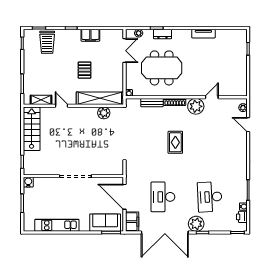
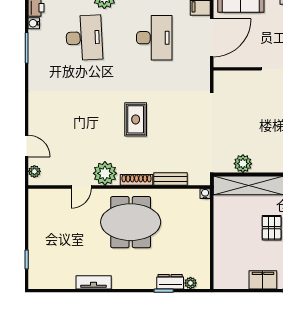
dresser: (162, 34) -> (170, 282), moved
double door: (125, 51) -> (212, 257), removed
meeting table: (162, 68) -> (131, 222), moved
door: (125, 197) -> (212, 38), hinge flipped

